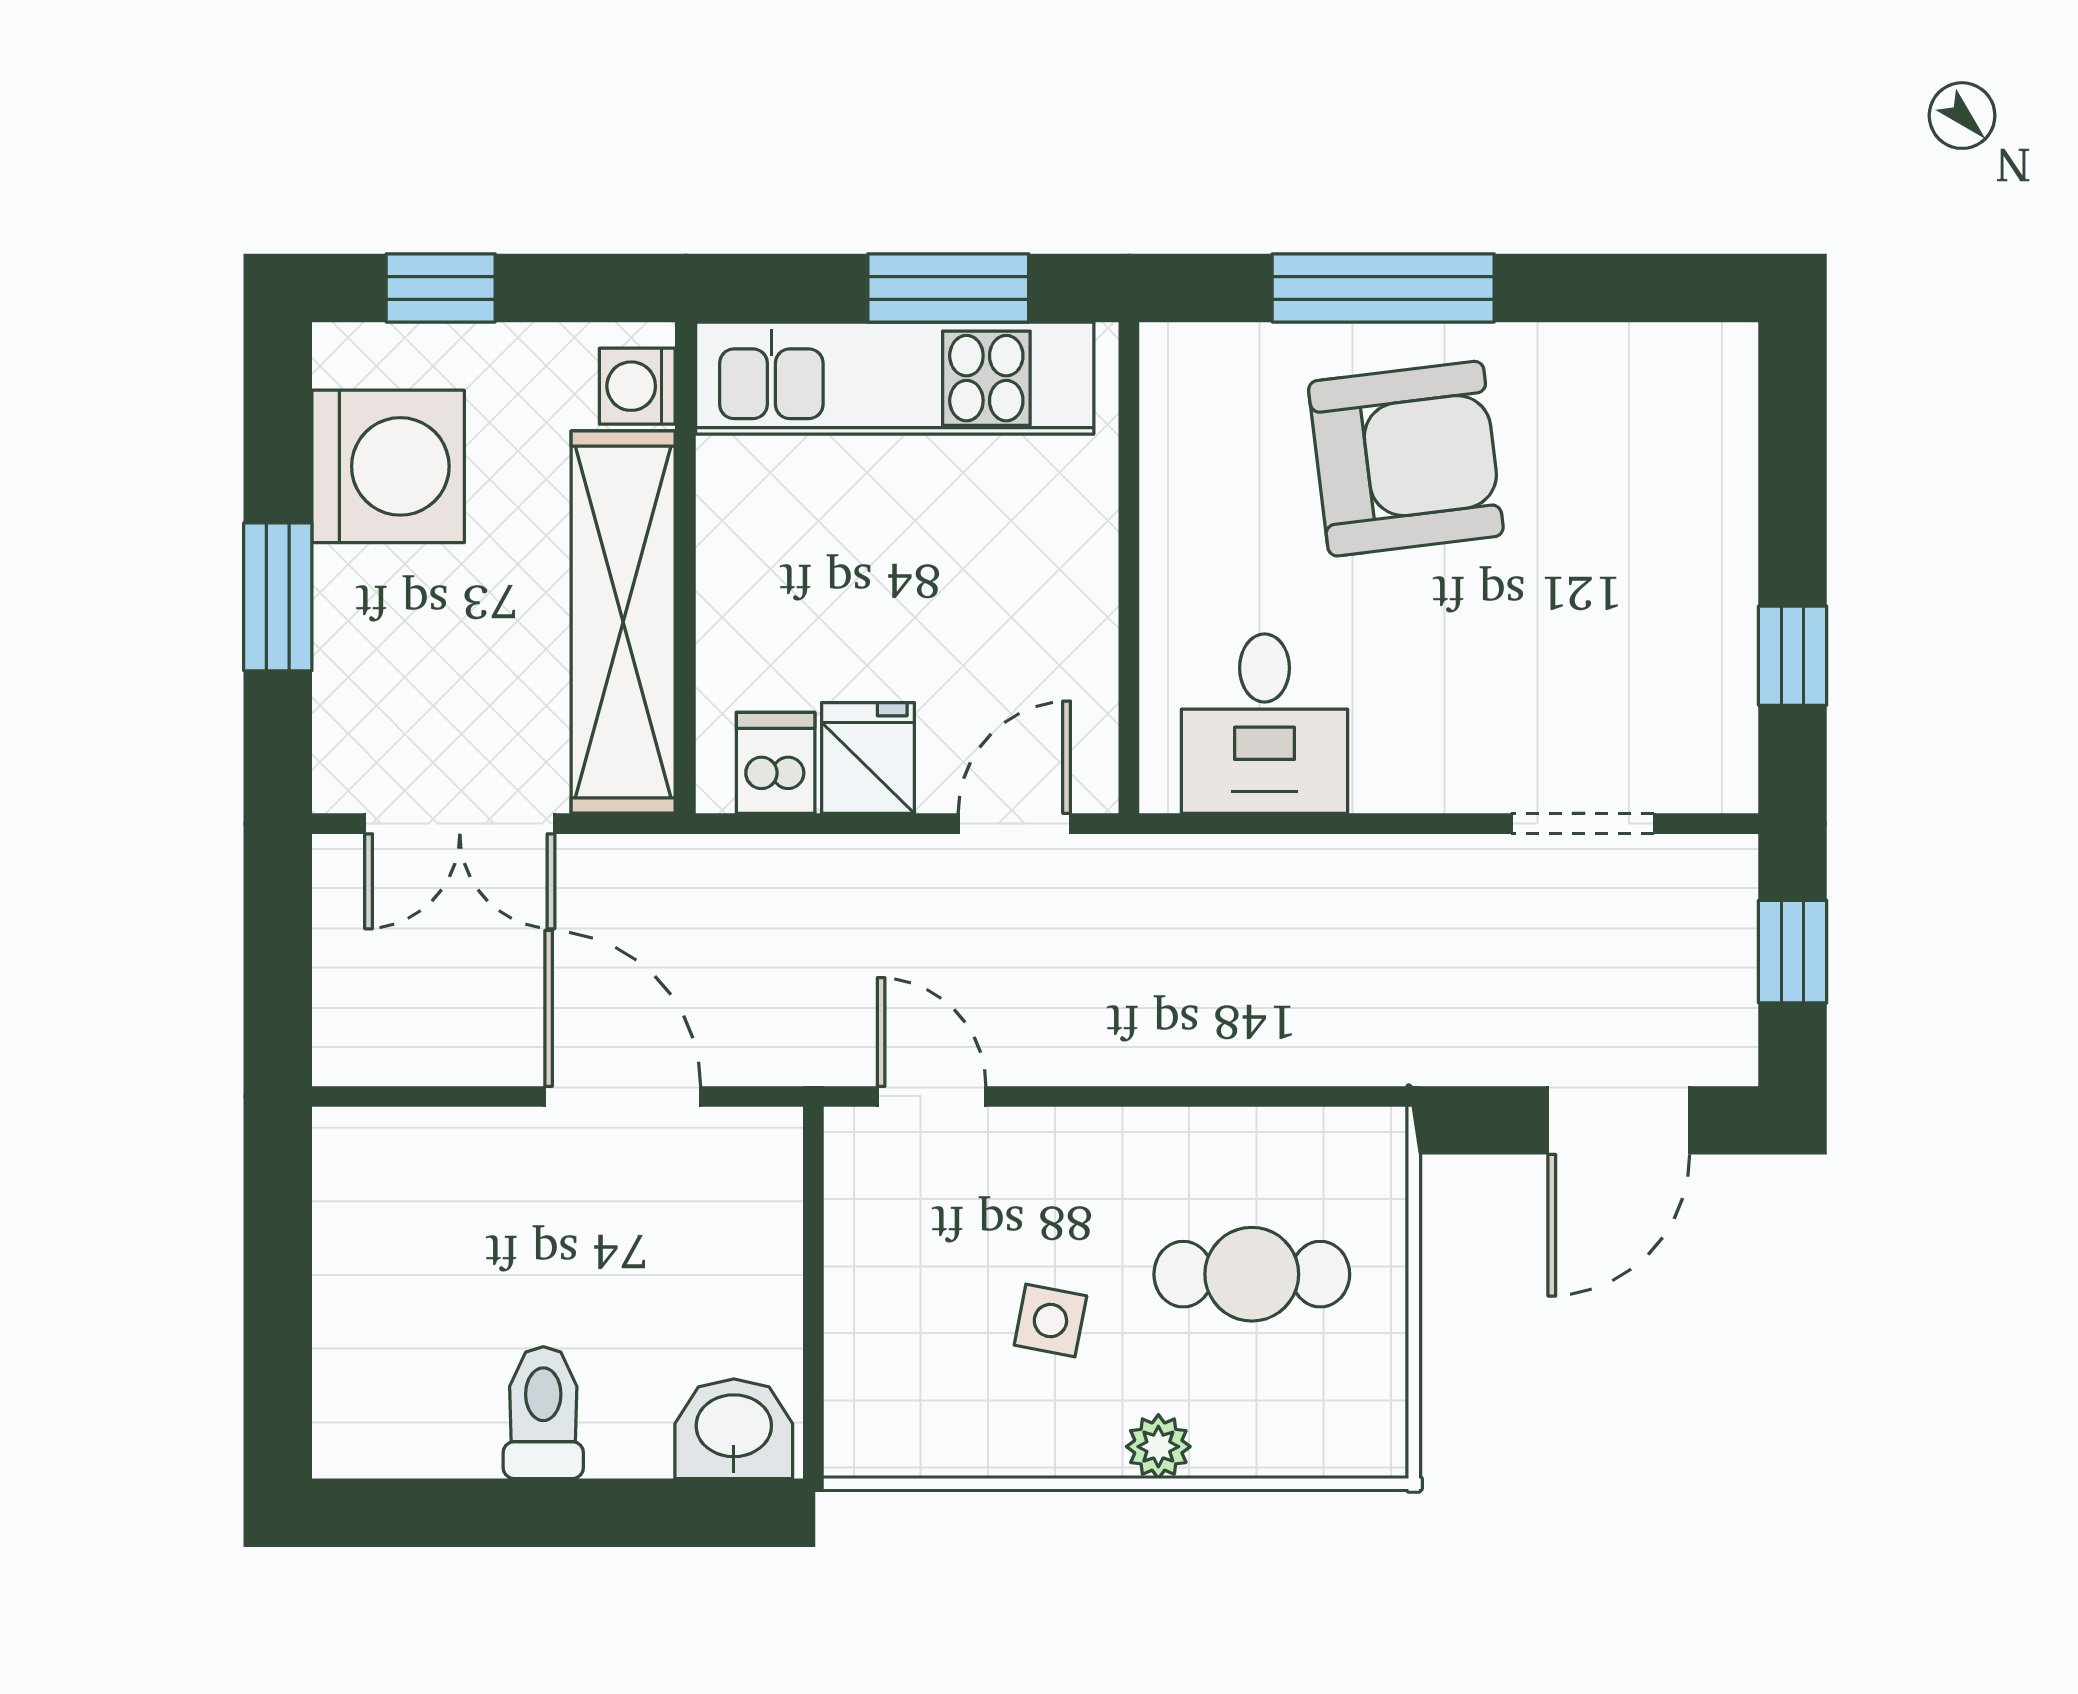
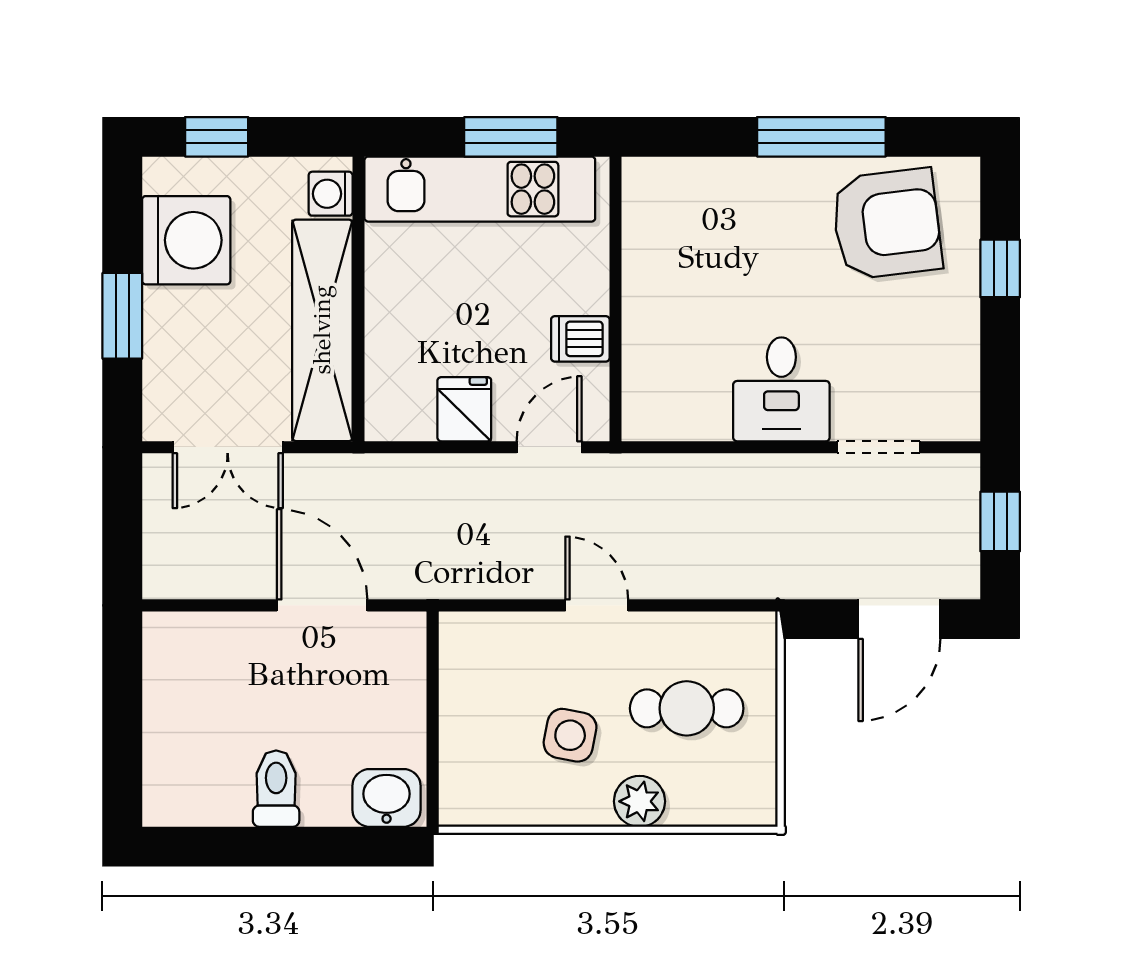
window: (1383, 288) -> (821, 137), moved
armchair: (1406, 459) -> (887, 224), moved
window: (1793, 656) -> (1000, 268), moved
desk: (1265, 724) -> (781, 389), moved
dishwasher: (776, 763) -> (580, 339), moved, turned -90
door: (932, 1096) -> (597, 605), moved
side table: (1050, 1321) -> (570, 735), width x1.37, depth x1.37
plant: (1158, 1447) -> (640, 801), width x1.38, depth x1.38

